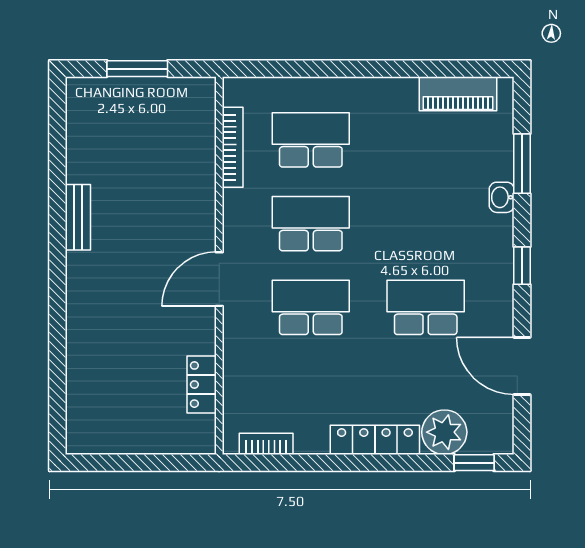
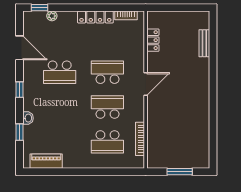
window: (522, 164) -> (20, 132), width x0.67
bench: (78, 217) -> (204, 43), moved
school desk: (311, 224) -> (107, 107), turned 180
school desk: (311, 307) -> (107, 72), turned 180
plant: (444, 432) -> (52, 16), width x0.53, depth x0.53
locker: (375, 440) -> (95, 17), moved

